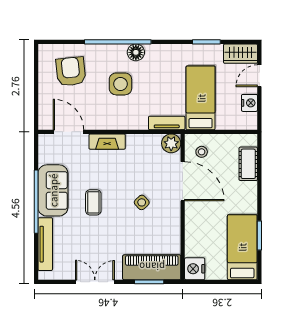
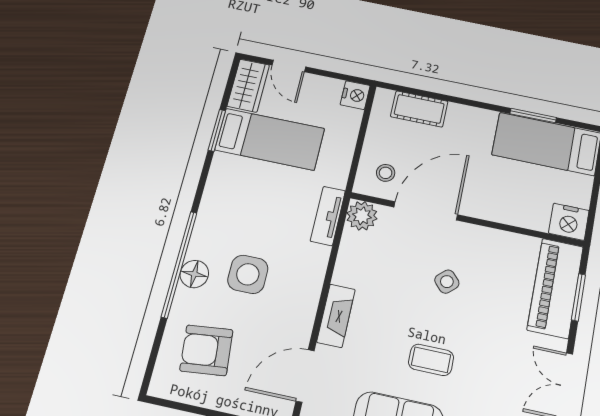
floor lamp: (136, 52) -> (194, 274), moved
bed: (201, 98) -> (270, 139), moved, turned 180
nightstand: (249, 103) -> (355, 95), moved, turned 90

